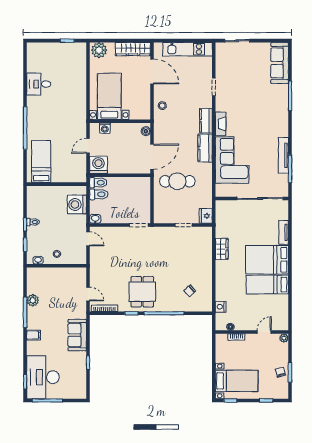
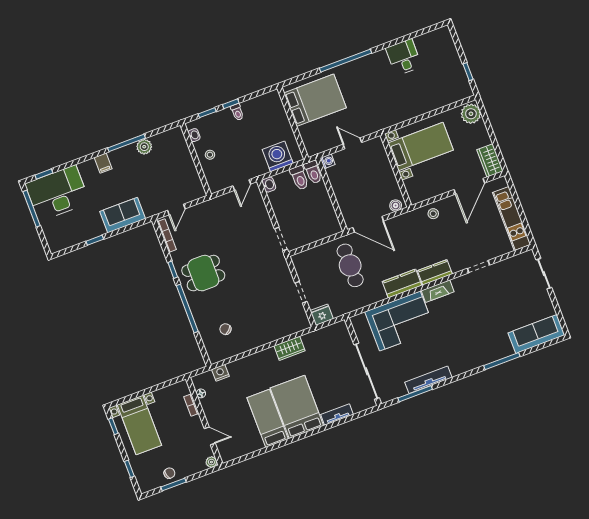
wardrobe: (133, 49) -> (490, 160), width x0.67
washing machine: (105, 128) -> (381, 155), removed
bed: (41, 161) -> (315, 100), width x1.50
washing machine: (98, 165) -> (328, 161), width x0.53, depth x0.53

